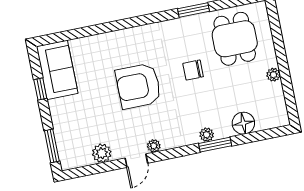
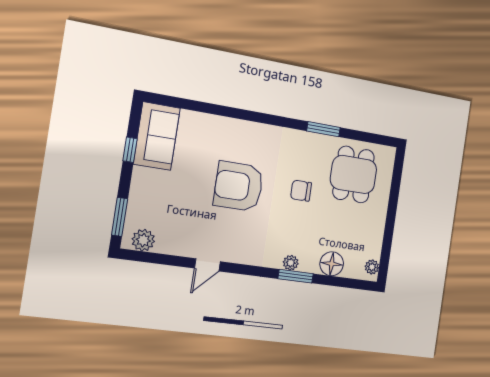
plant: (273, 75) -> (372, 267), moved
plant: (154, 146) -> (232, 255), removed
plant: (102, 153) -> (143, 240), moved

